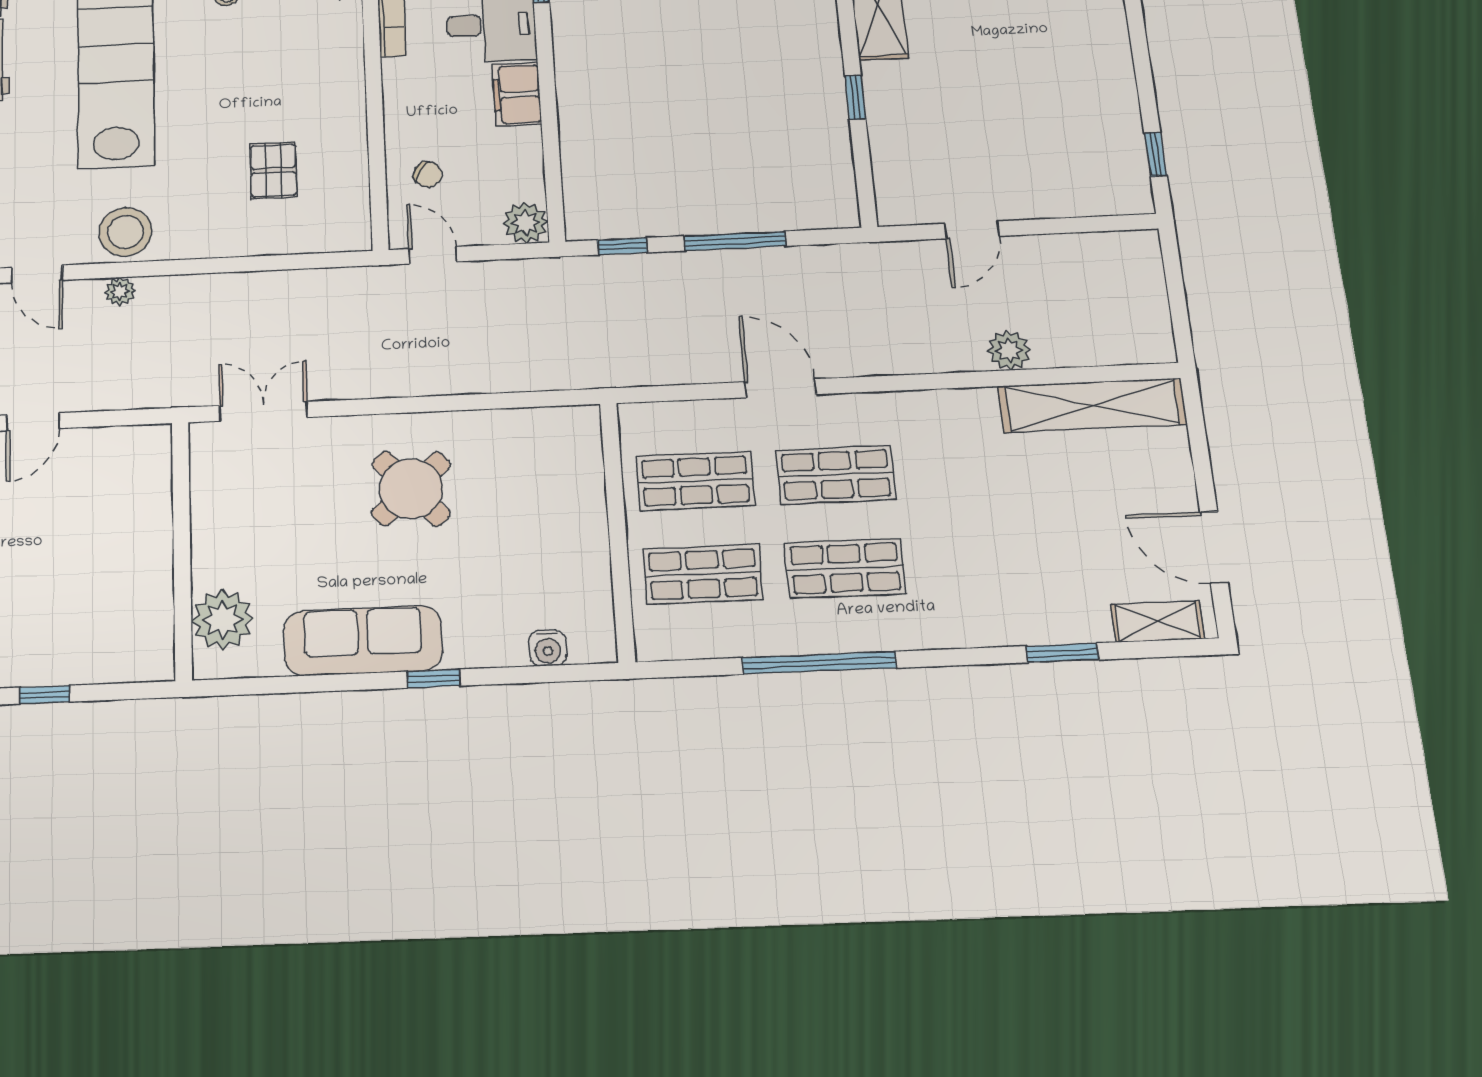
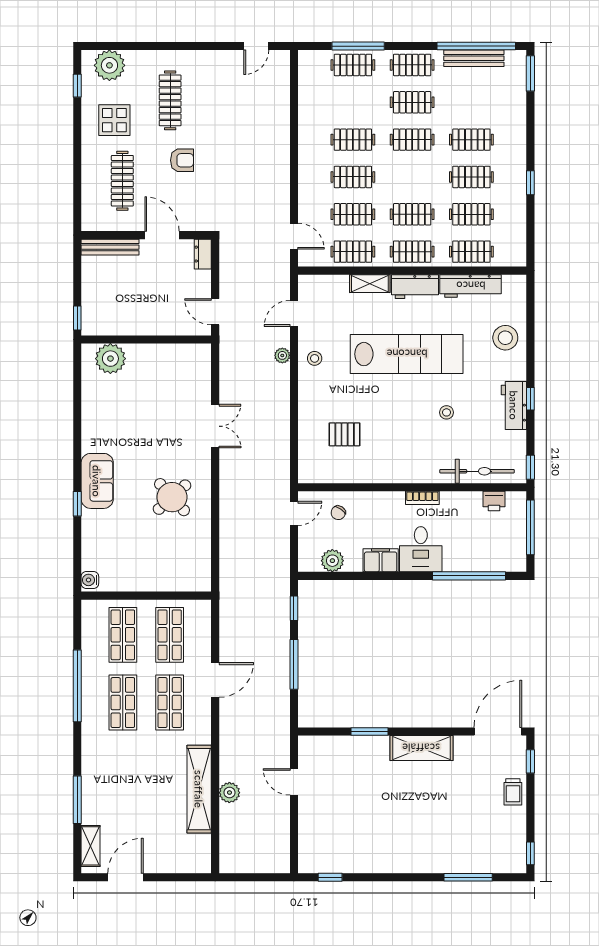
window: (855, 97) -> (370, 731), width x1.50
plant: (526, 223) -> (332, 561), moved
stool: (125, 232) -> (315, 358), width x0.53, depth x0.53
shelving: (1092, 405) -> (199, 789), moved
wall: (182, 550) -> (146, 340), moved
plant: (222, 620) -> (110, 359), moved
sofa: (363, 641) -> (97, 481), width x0.73
water cooler: (548, 648) -> (90, 580), moved
window: (1062, 653) -> (77, 800), width x1.44

